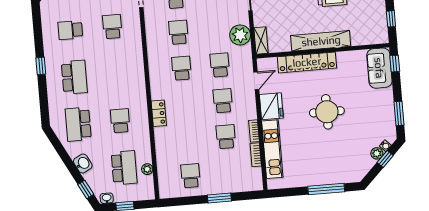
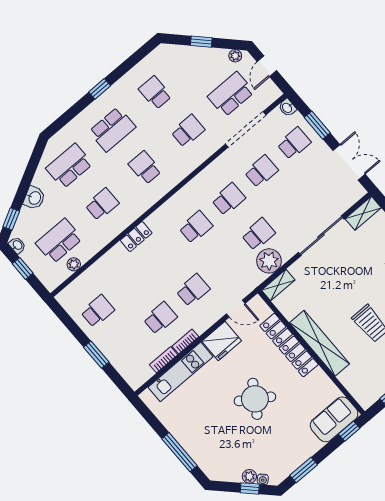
school desk: (220, 65) -> (258, 234), moved
school desk: (116, 74) -> (145, 168), added
round table: (327, 112) -> (255, 399), turned 33
school desk: (124, 168) -> (59, 241), turned 180

